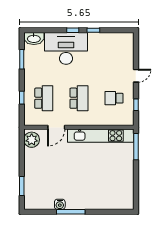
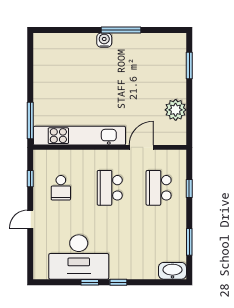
desk: (66, 48) -> (79, 257), moved
school desk: (114, 98) -> (61, 188), turned 90
plant: (32, 140) -> (176, 110), moved
water cooler: (60, 204) -> (104, 40), moved

